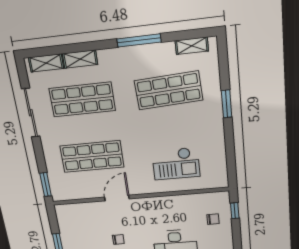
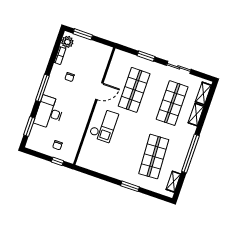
window: (139, 40) -> (190, 154), width x1.46
sliding door: (31, 113) -> (179, 67), width x0.73
checkout: (176, 164) -> (104, 125), moved, turned 180
window: (46, 184) -> (146, 56), moved
door: (117, 198) -> (99, 91), hinge flipped

